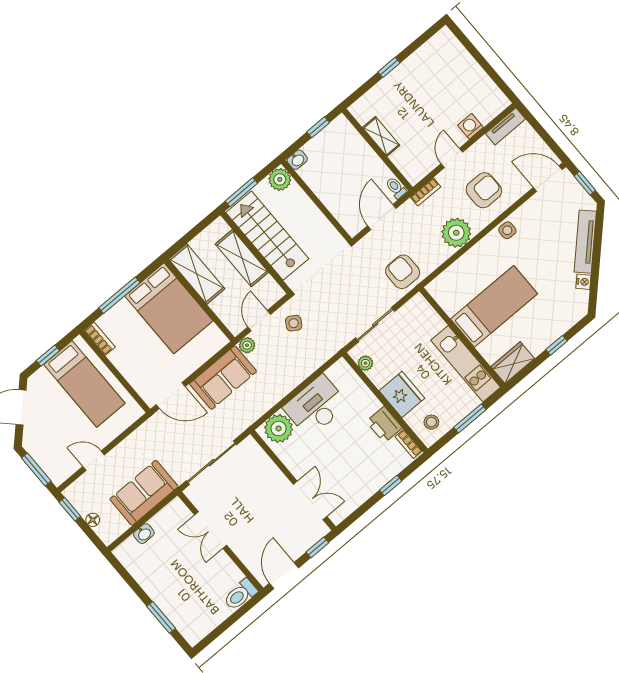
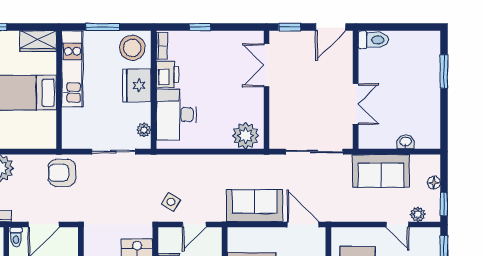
armchair: (403, 272) -> (62, 173), turned 90
plant: (247, 345) -> (418, 214), moved
desk: (316, 406) -> (176, 115), moved, turned 90
stool: (431, 422) -> (132, 48), width x1.89, depth x1.89

